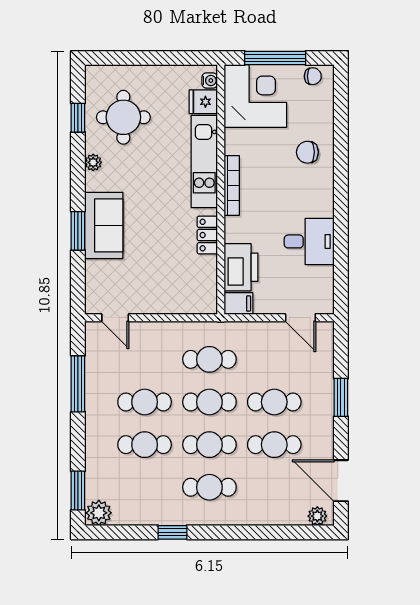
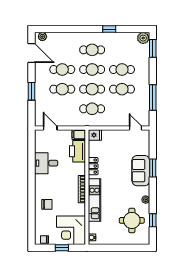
window: (275, 58) -> (62, 248), width x0.46
fridge: (203, 102) -> (95, 135), moved

